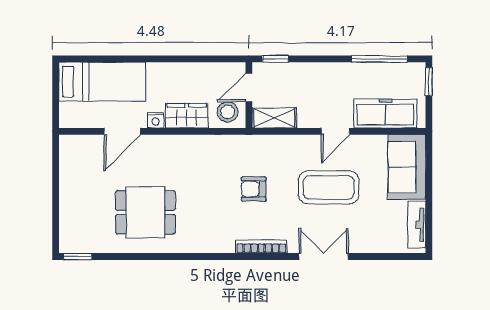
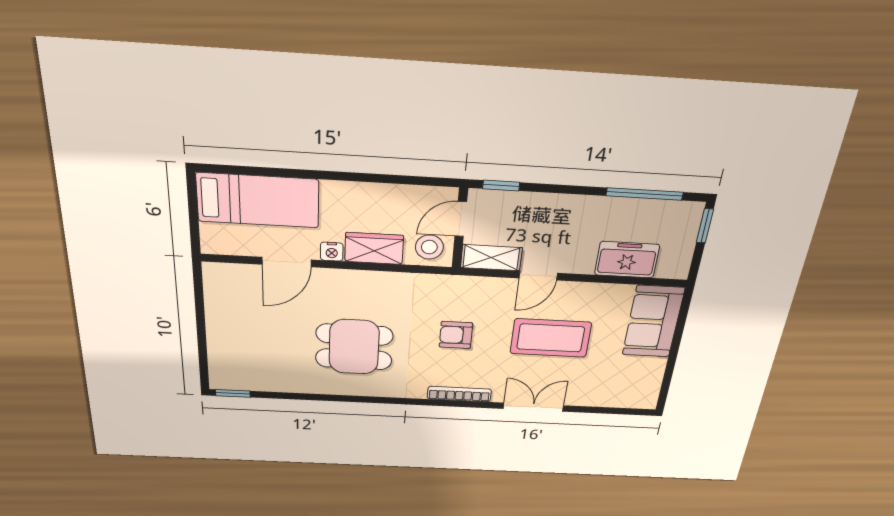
freezer: (385, 114) -> (627, 260), width x0.71
door: (335, 131) -> (538, 276), moved
dining table: (146, 212) -> (354, 347), moved
tv unit: (417, 225) -> (652, 381), removed

